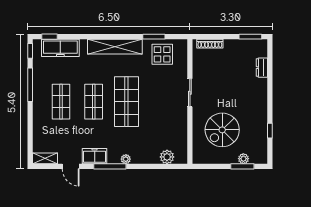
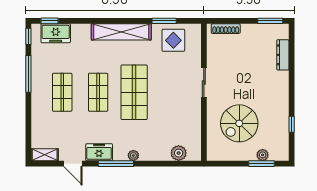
freezer: (60, 48) -> (56, 33), width x0.71
dresser: (262, 68) -> (283, 55), width x1.44

